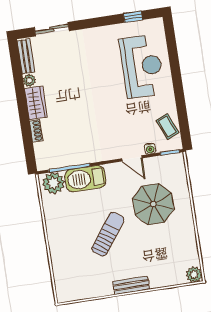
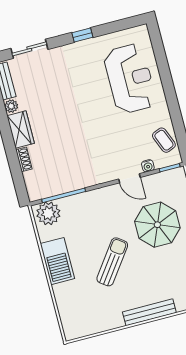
window: (133, 17) -> (82, 35), moved
barbecue: (85, 179) -> (57, 261), moved, turned -90
bench: (131, 285) -> (149, 312), width x1.36

